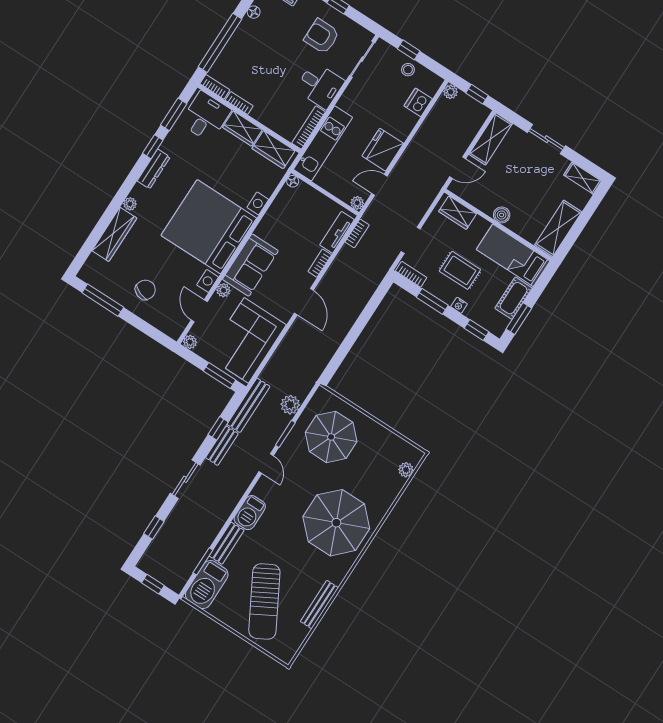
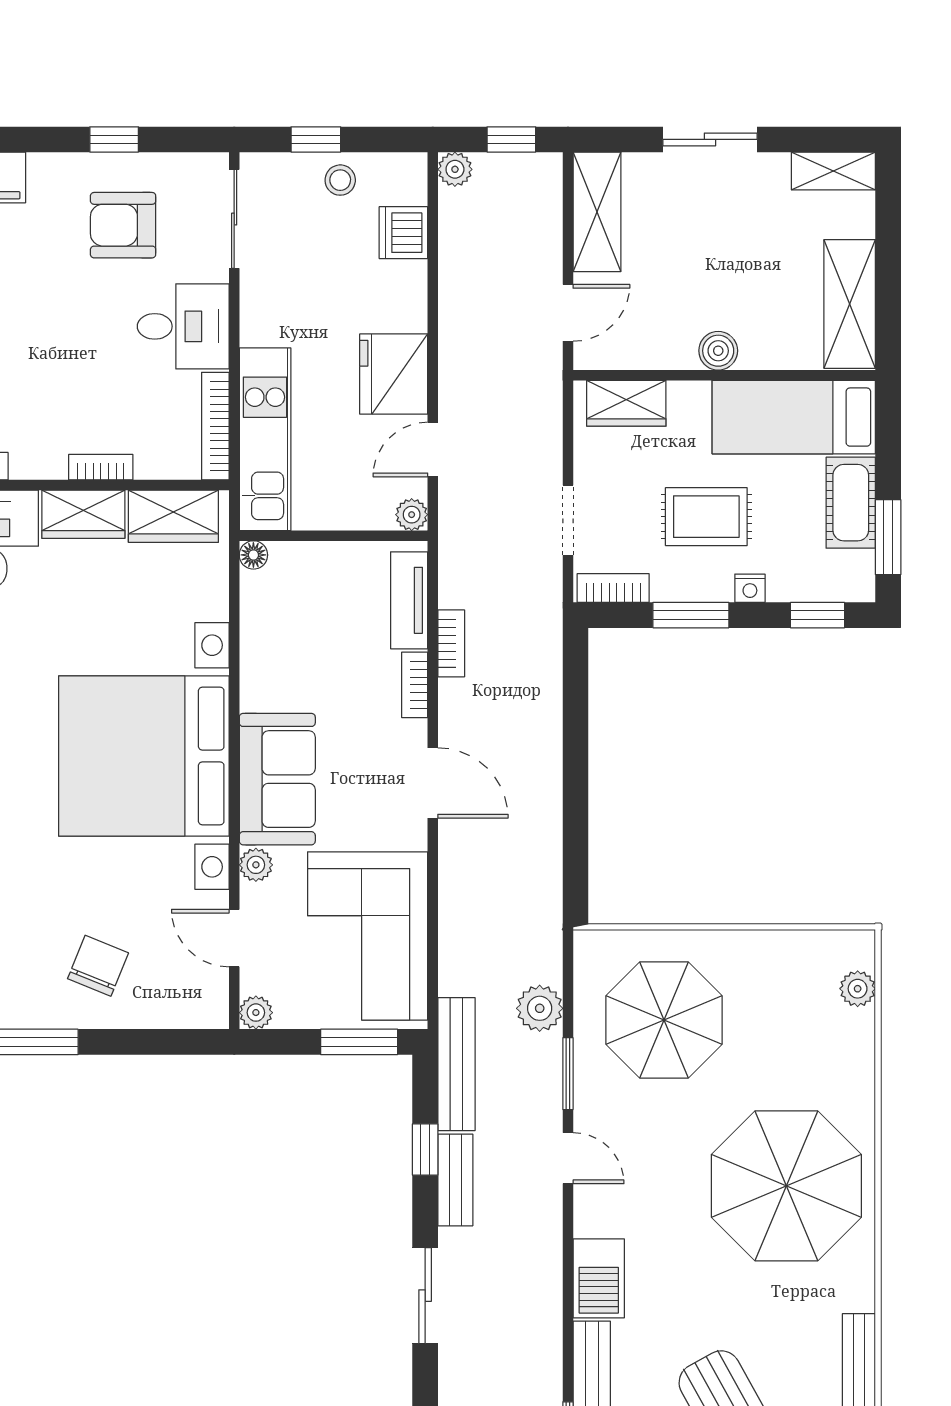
bookcase: (239, 103) -> (101, 467), moved
bookcase: (357, 233) -> (451, 643), moved

